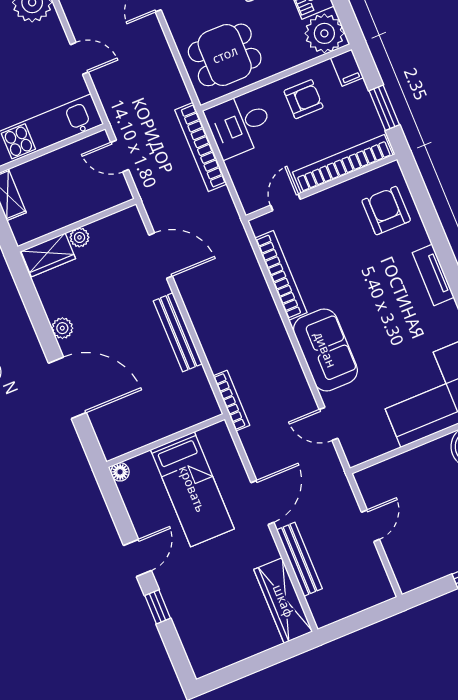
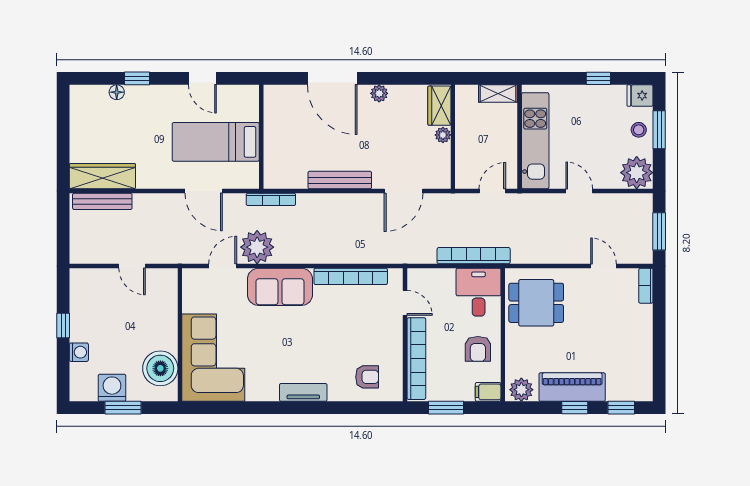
plant: (324, 33) -> (521, 390), width x0.73, depth x0.73
dining table: (225, 55) -> (536, 303), turned 90
door: (79, 58) -> (579, 191), swing flipped
armchair: (386, 211) -> (367, 377), width x0.72, depth x0.72
door: (67, 388) -> (332, 78), hinge flipped
plant: (291, 394) -> (257, 247), added
floor lamp: (120, 472) -> (117, 92), moved
door: (262, 502) -> (204, 191), moved
door: (137, 558) -> (202, 78), moved
bench: (299, 559) -> (102, 201), moved

